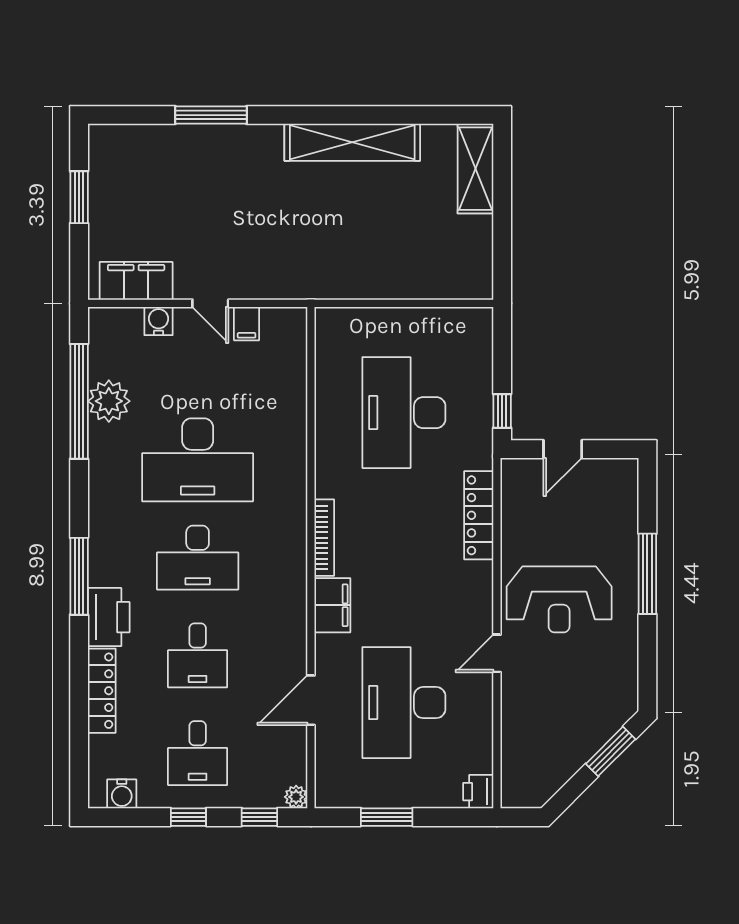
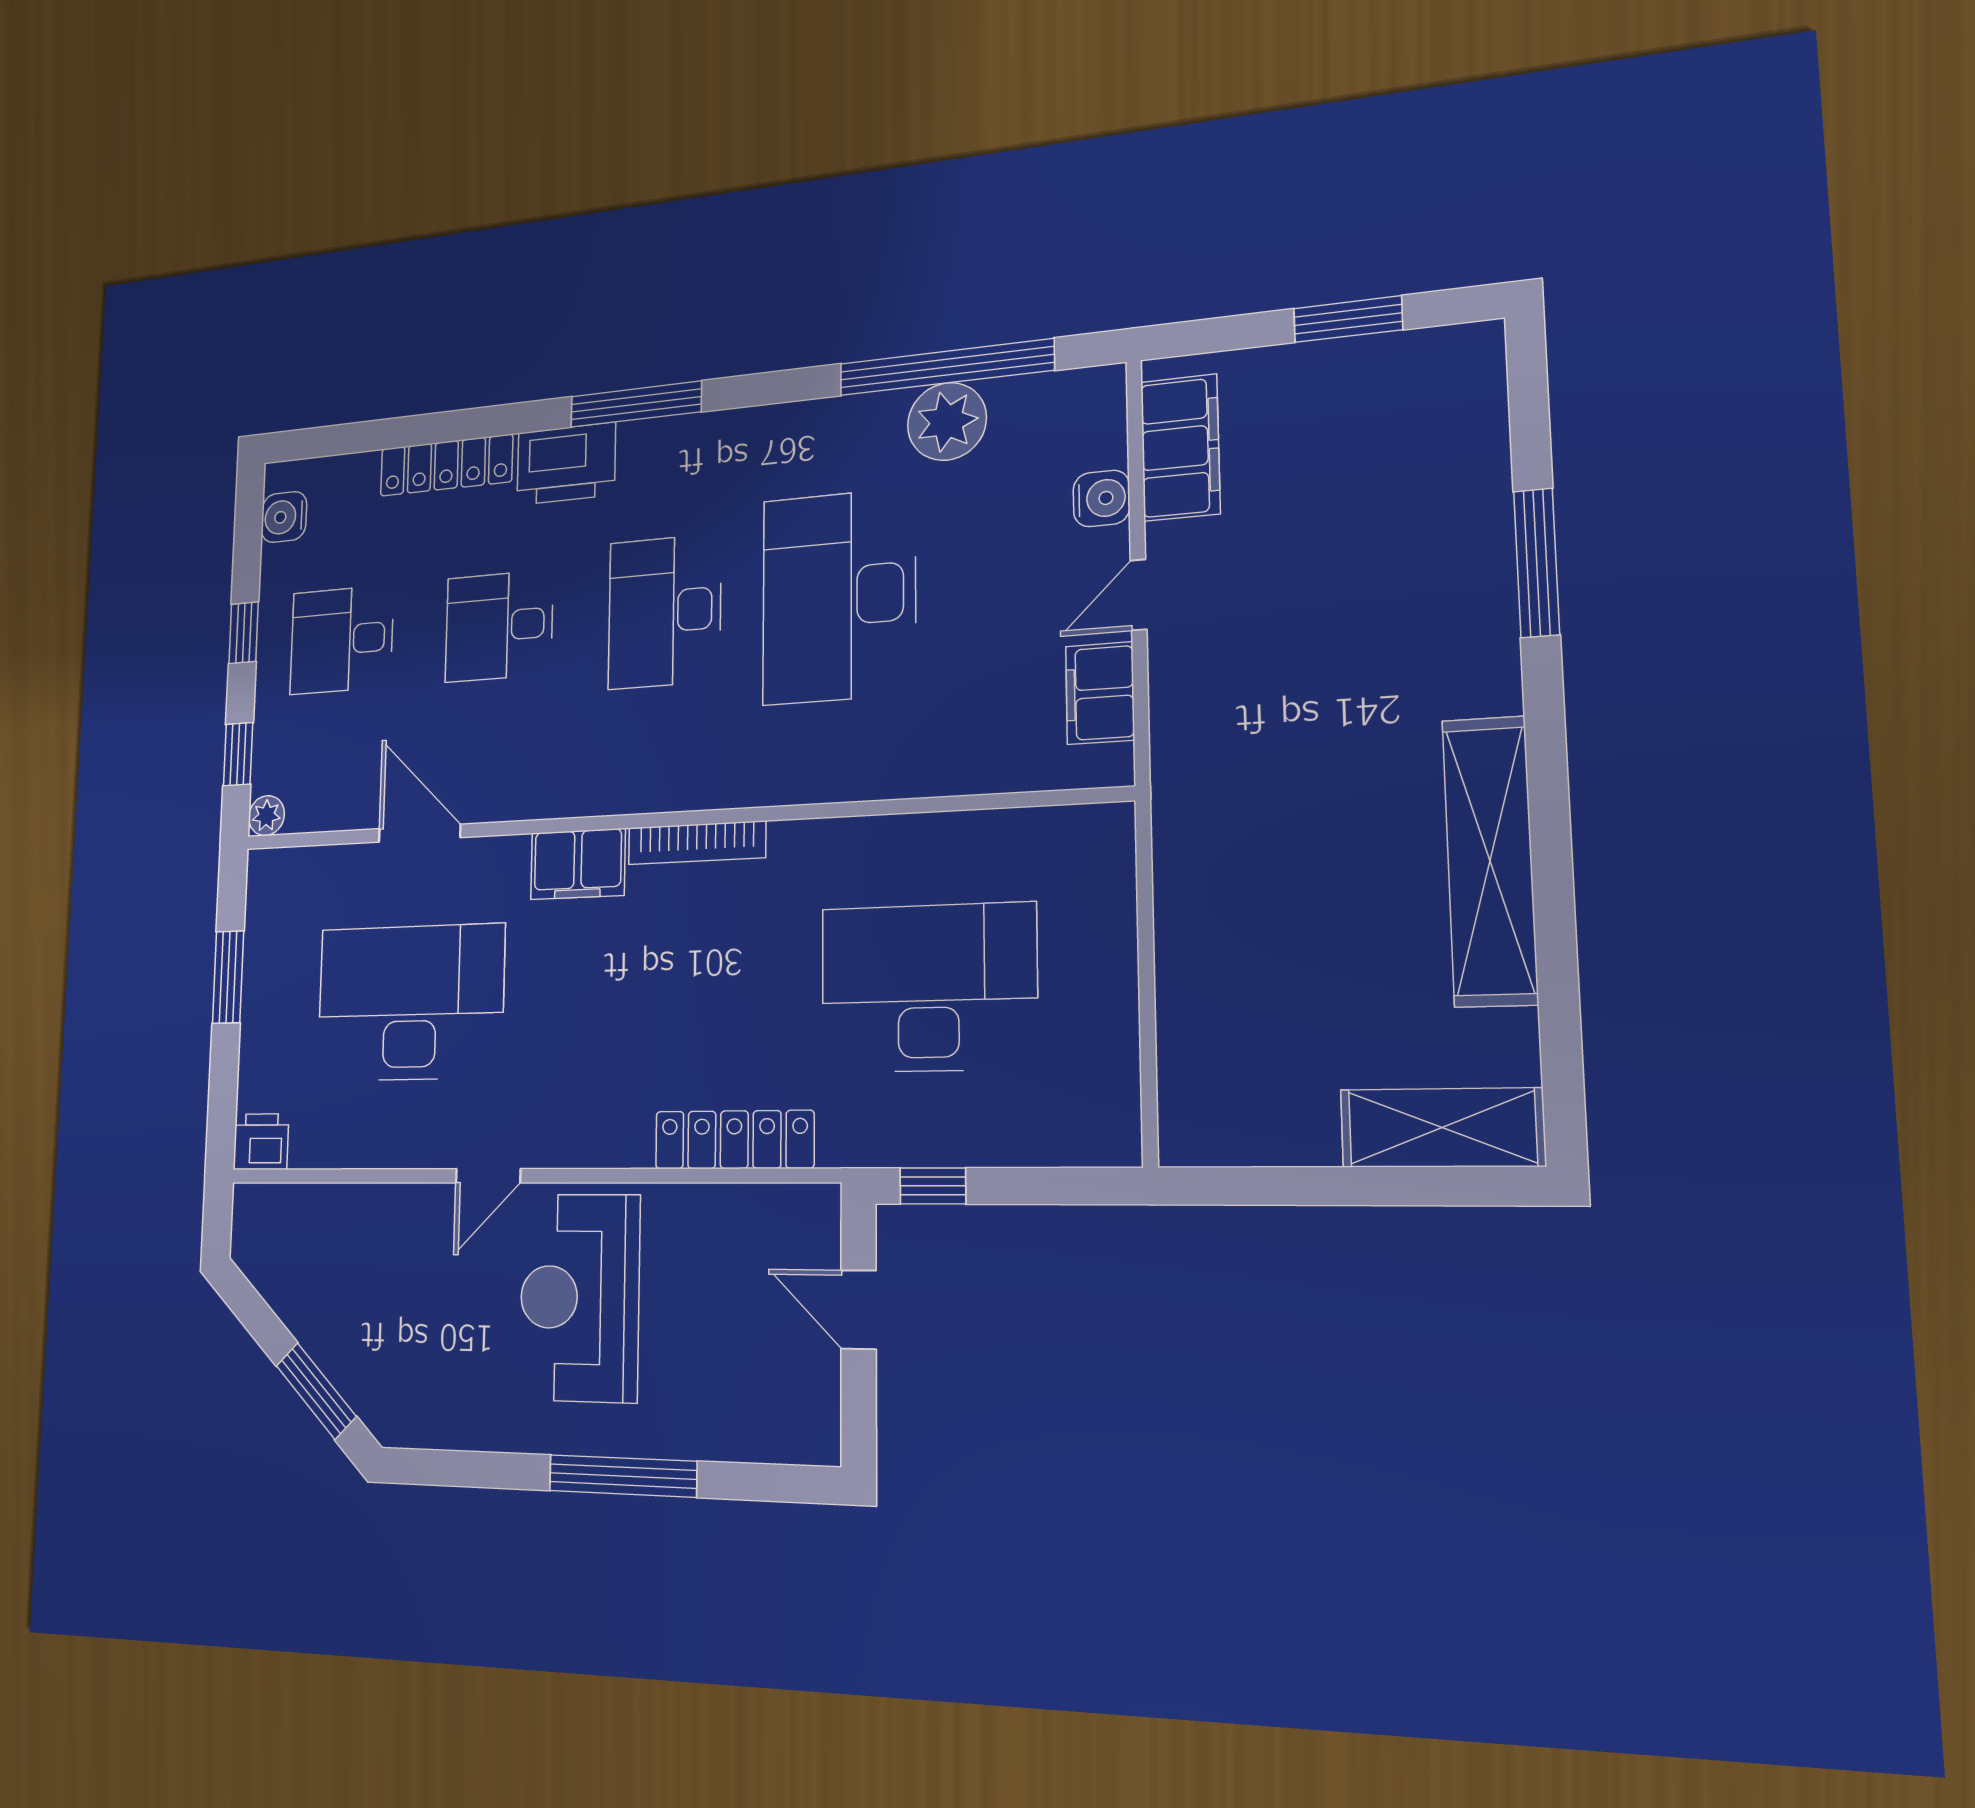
filing cabinet: (247, 324) -> (1100, 693), width x2.00
door: (497, 653) -> (488, 1176), swing flipped

